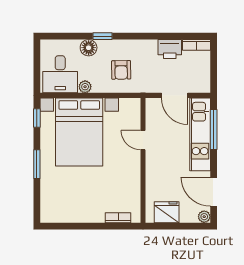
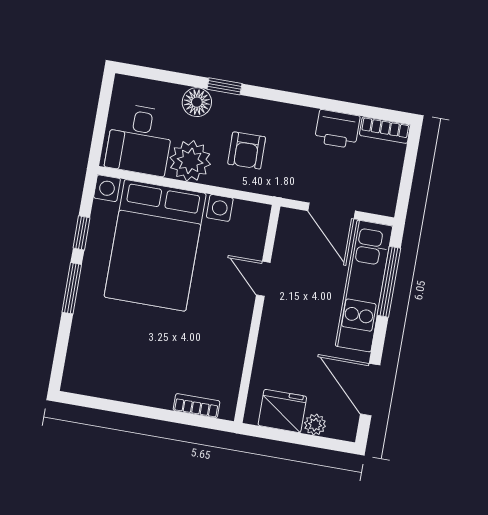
plant: (85, 87) -> (190, 161), width x1.87, depth x1.87
window: (37, 118) -> (82, 233), moved
plant: (204, 217) -> (315, 425), moved

